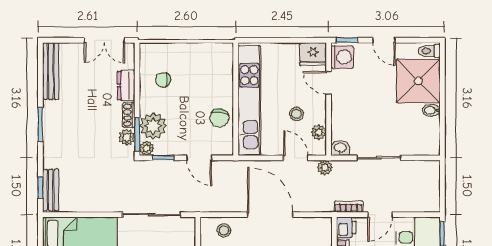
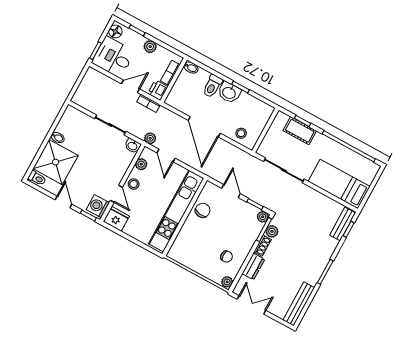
stool: (297, 114) -> (134, 184), moved
plant: (153, 126) -> (227, 282), moved, width x0.53, depth x0.53

